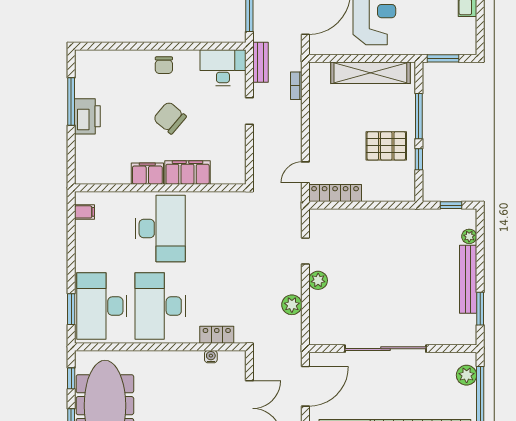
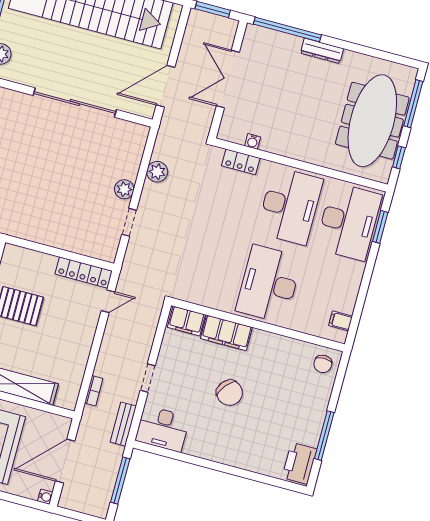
chair: (164, 65) -> (323, 364), moved, turned 180
printer: (87, 116) -> (299, 463), moved
filing cabinet: (147, 174) -> (186, 321), moved

